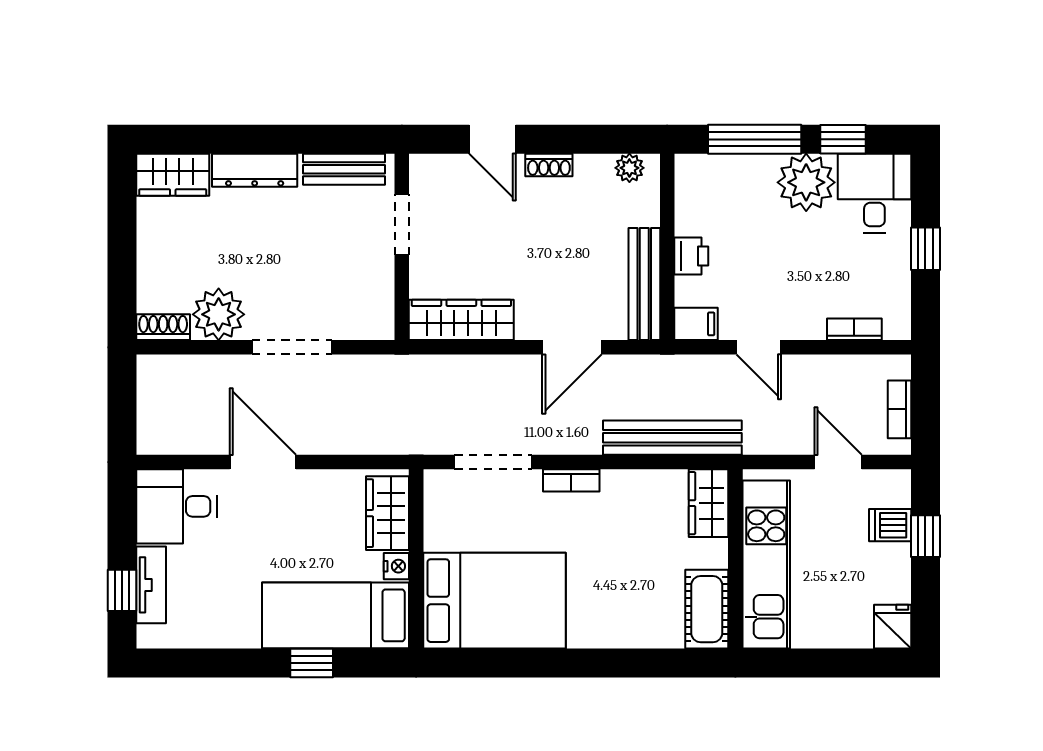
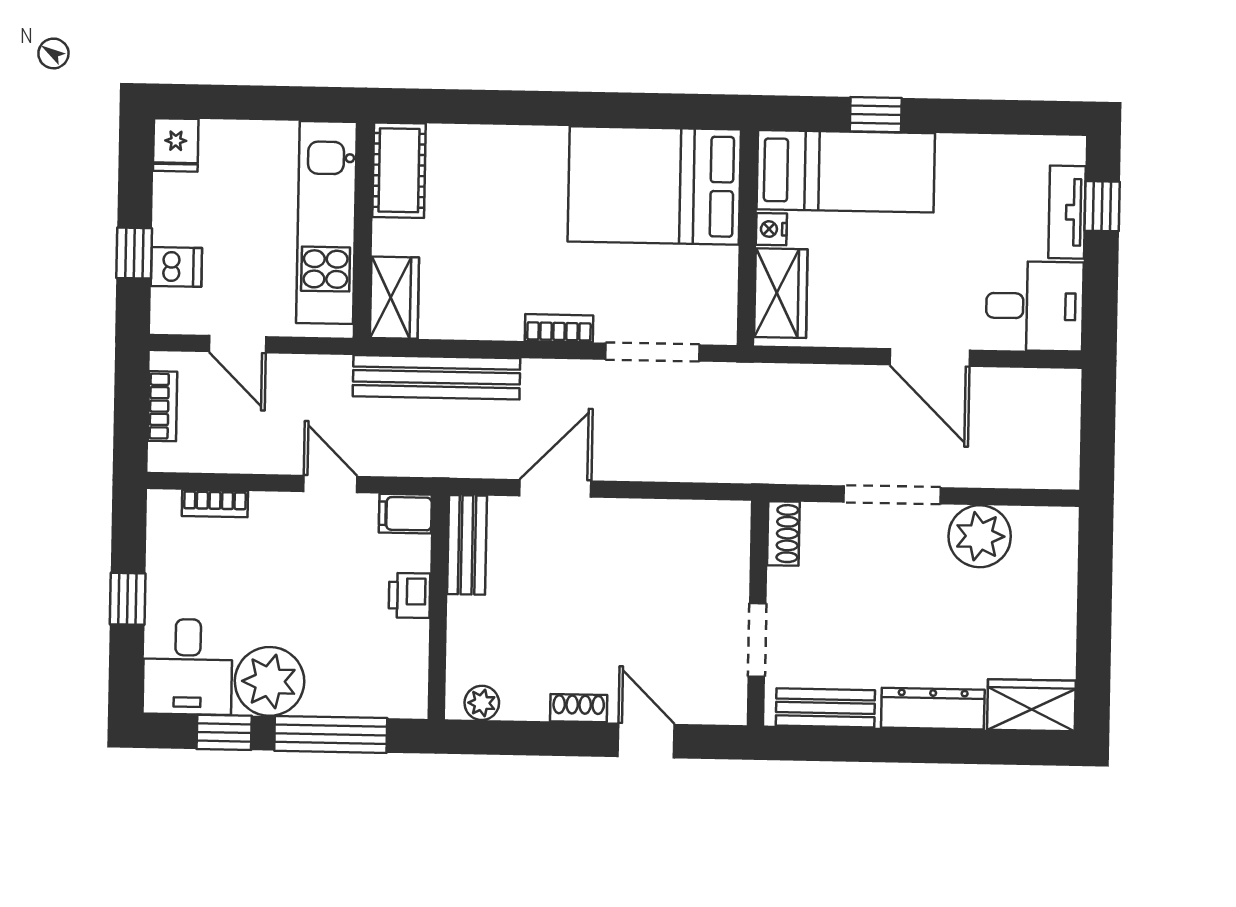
bench: (644, 284) -> (467, 545), width x0.73
wardrobe: (461, 320) -> (688, 524), removed
shoe rack: (163, 327) -> (783, 534), moved, turned -90

